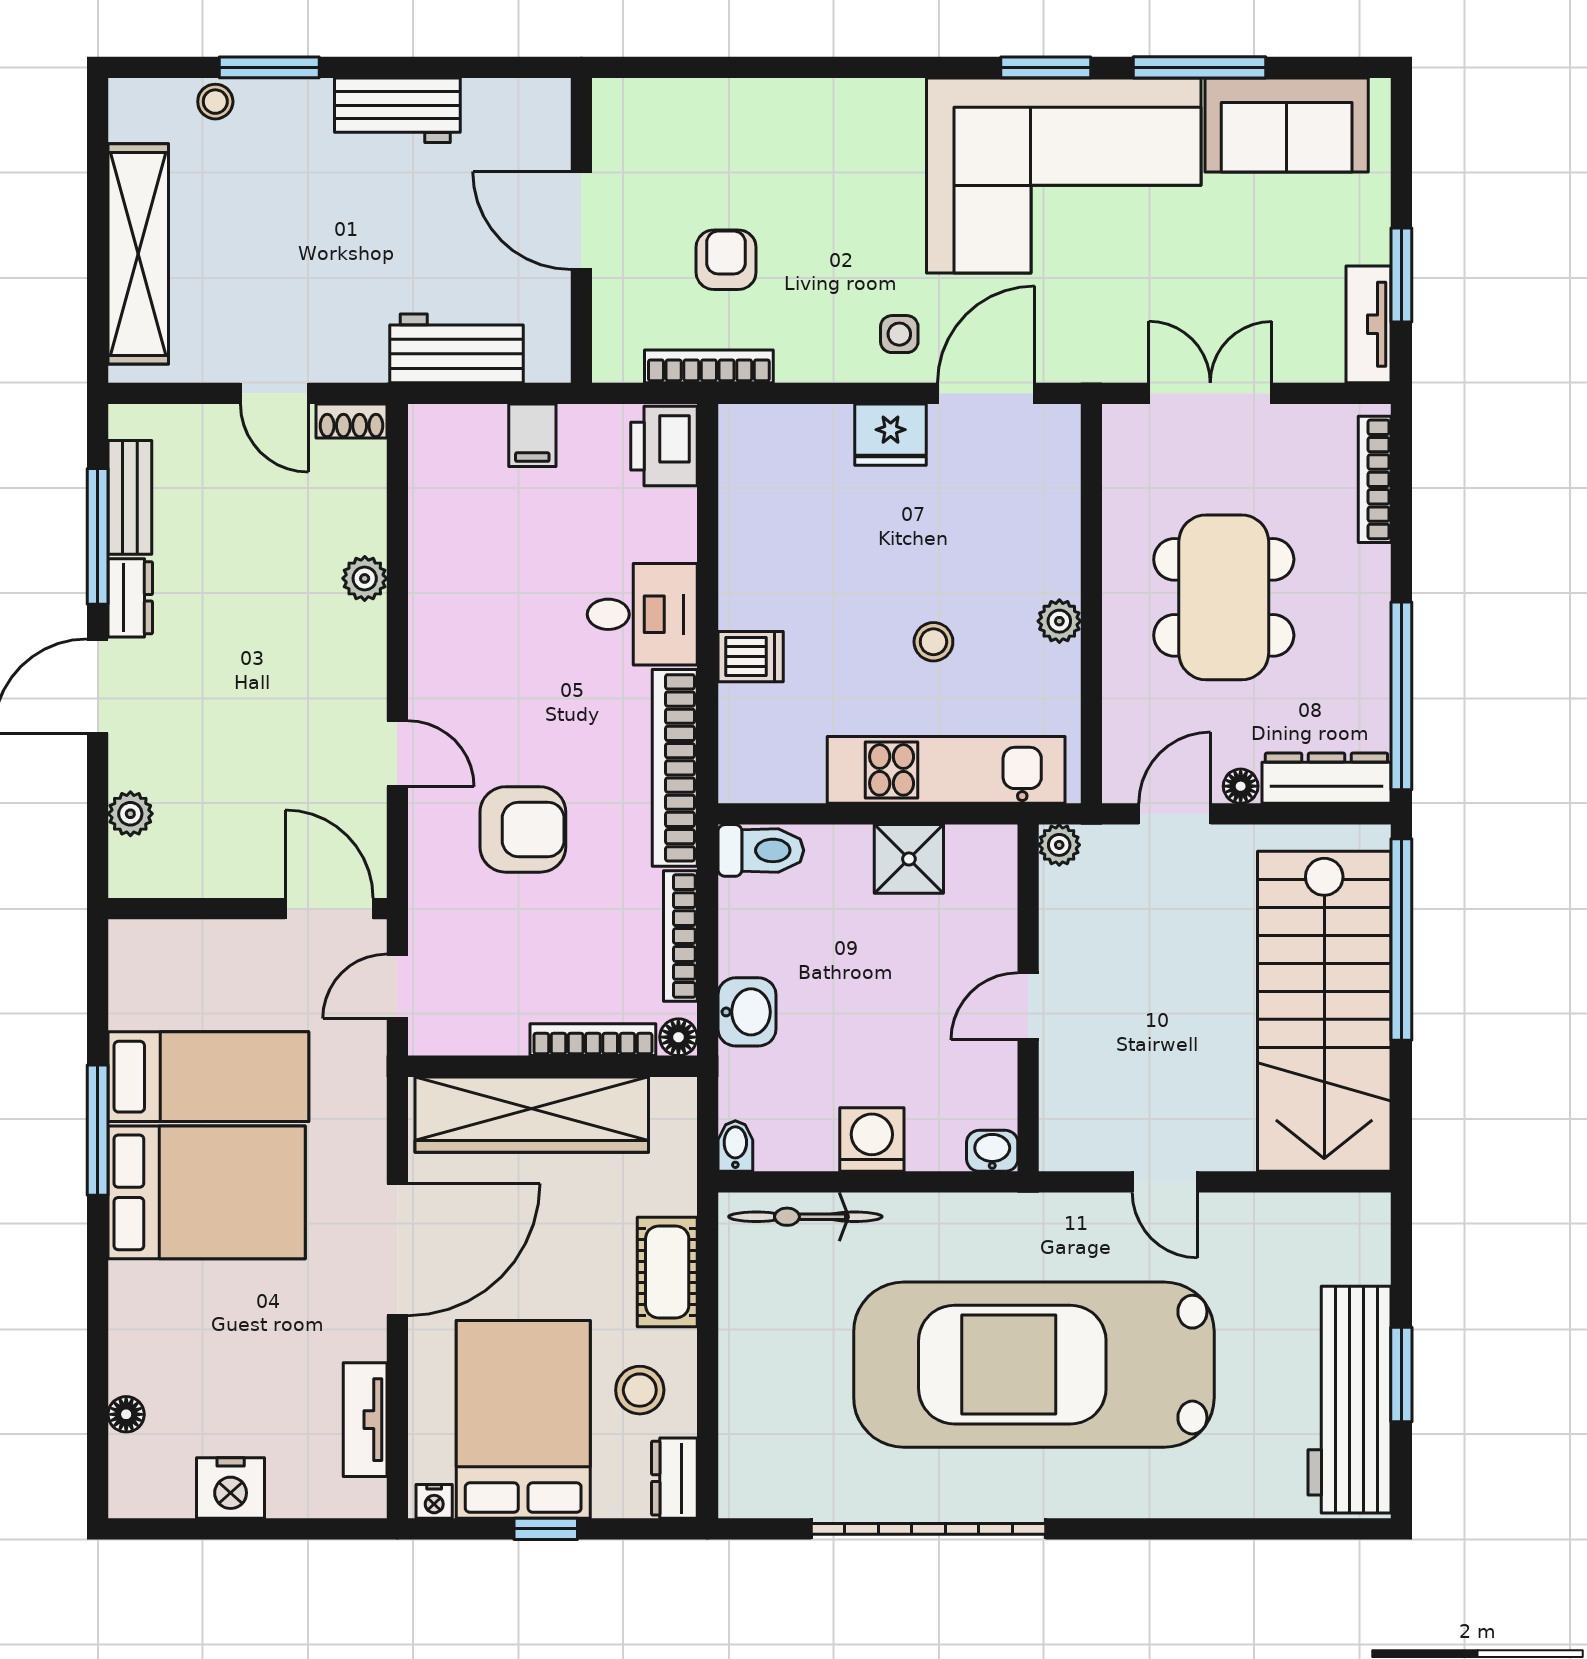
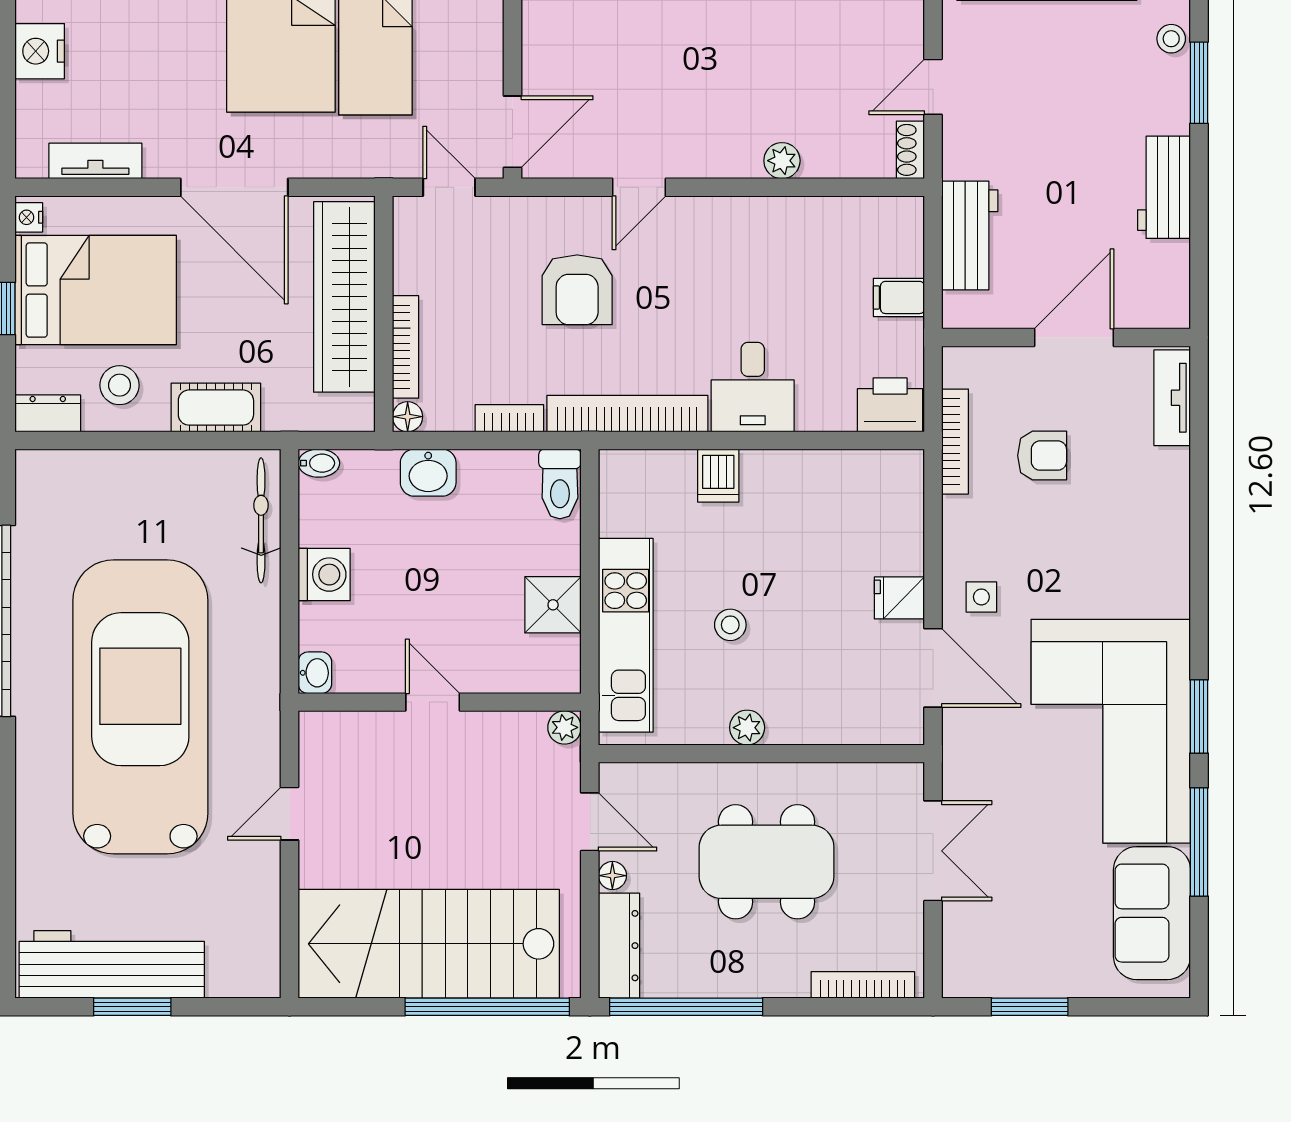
tv unit: (1369, 324) -> (1172, 398), moved, turned -90
fridge: (891, 435) -> (899, 598), width x0.72
bookcase: (680, 936) -> (509, 418), width x0.64

